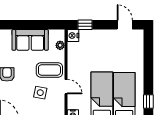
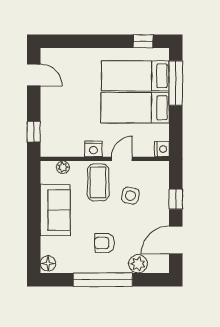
door: (125, 25) -> (34, 75), swing flipped
nightstand: (73, 36) -> (93, 149), moved

